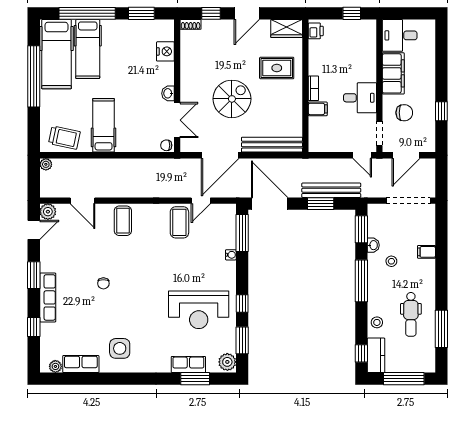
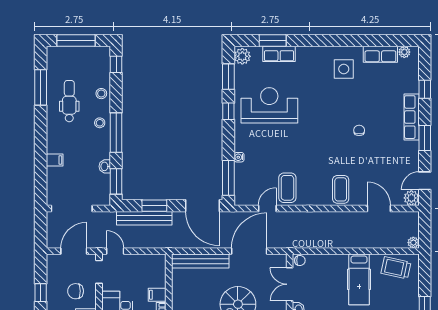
stool: (391, 261) -> (100, 123), moved
kitchen counter: (376, 355) -> (102, 63), removed

